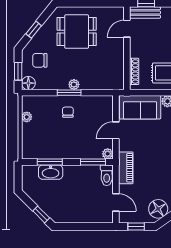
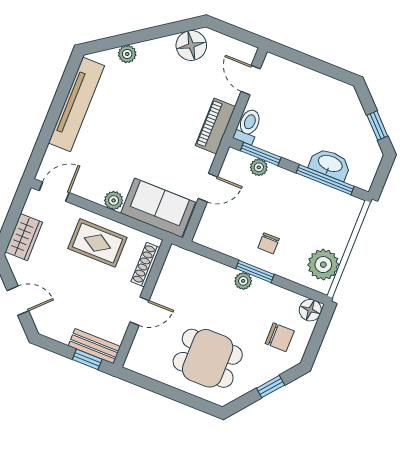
door: (127, 29) -> (139, 311), moved
window: (18, 71) -> (319, 334), removed
plant: (27, 117) -> (323, 265), width x1.88, depth x1.88
plant: (108, 154) -> (259, 167), moved
window: (50, 162) -> (325, 180), width x1.44
window: (41, 214) -> (377, 126), moved
window: (136, 226) -> (235, 32), removed

